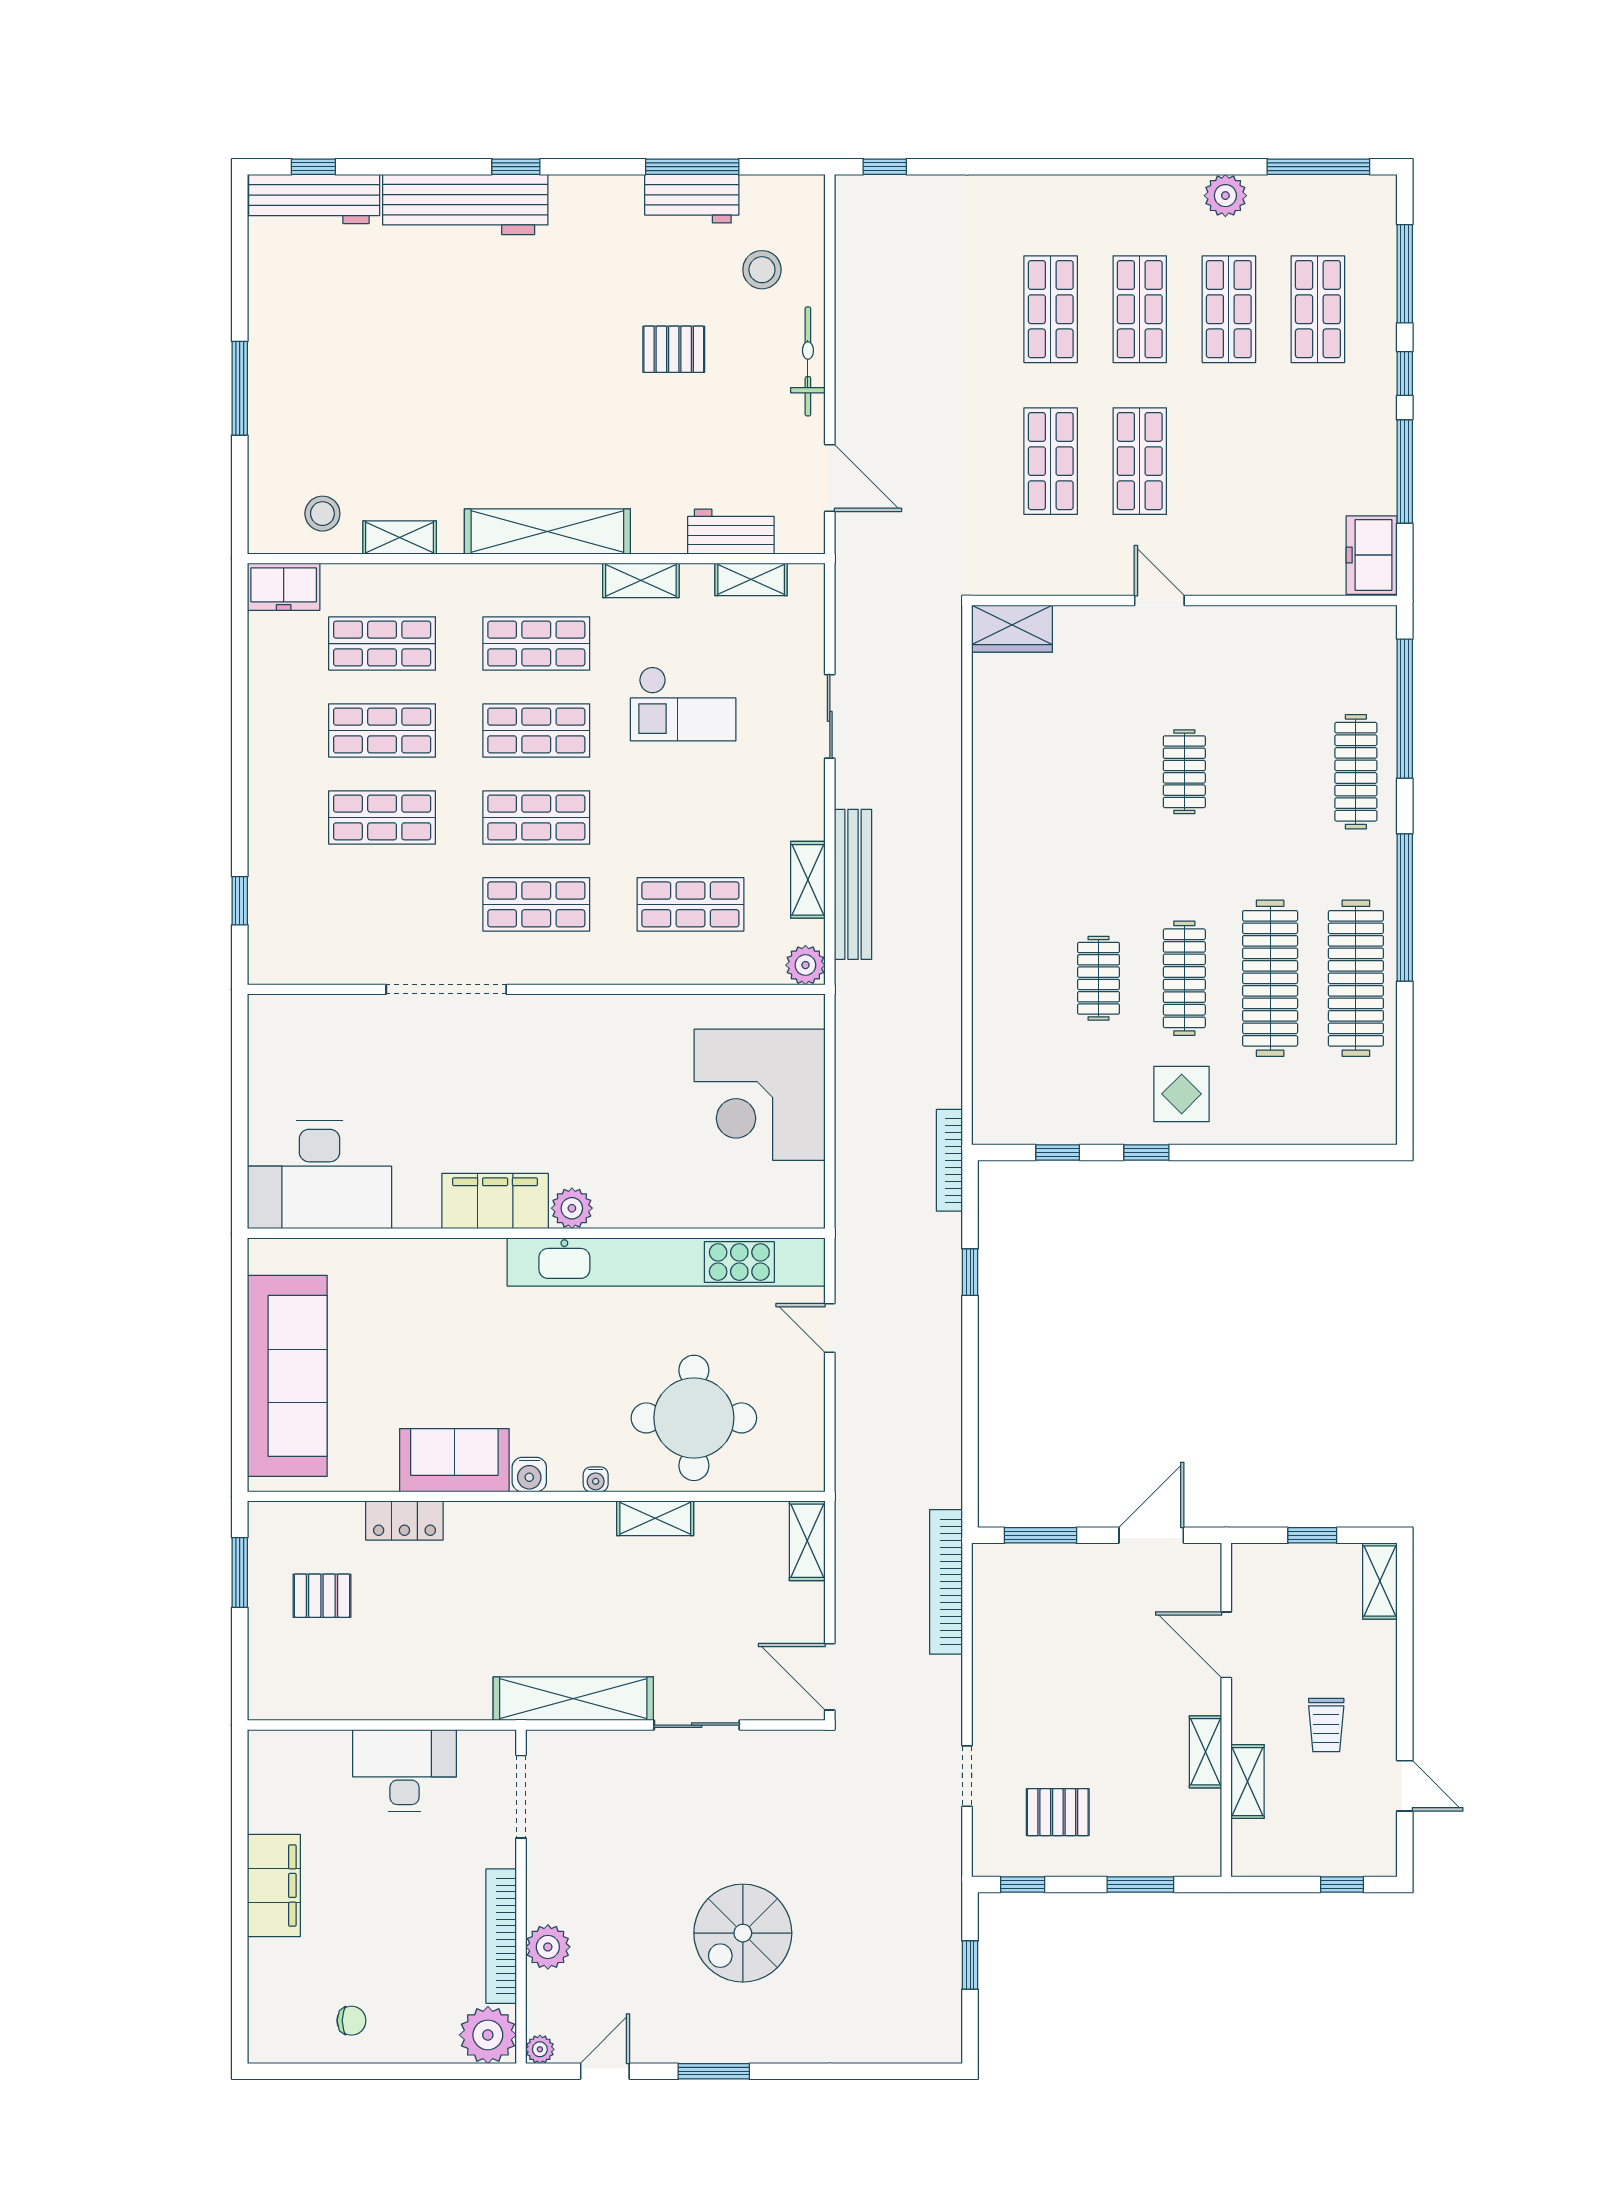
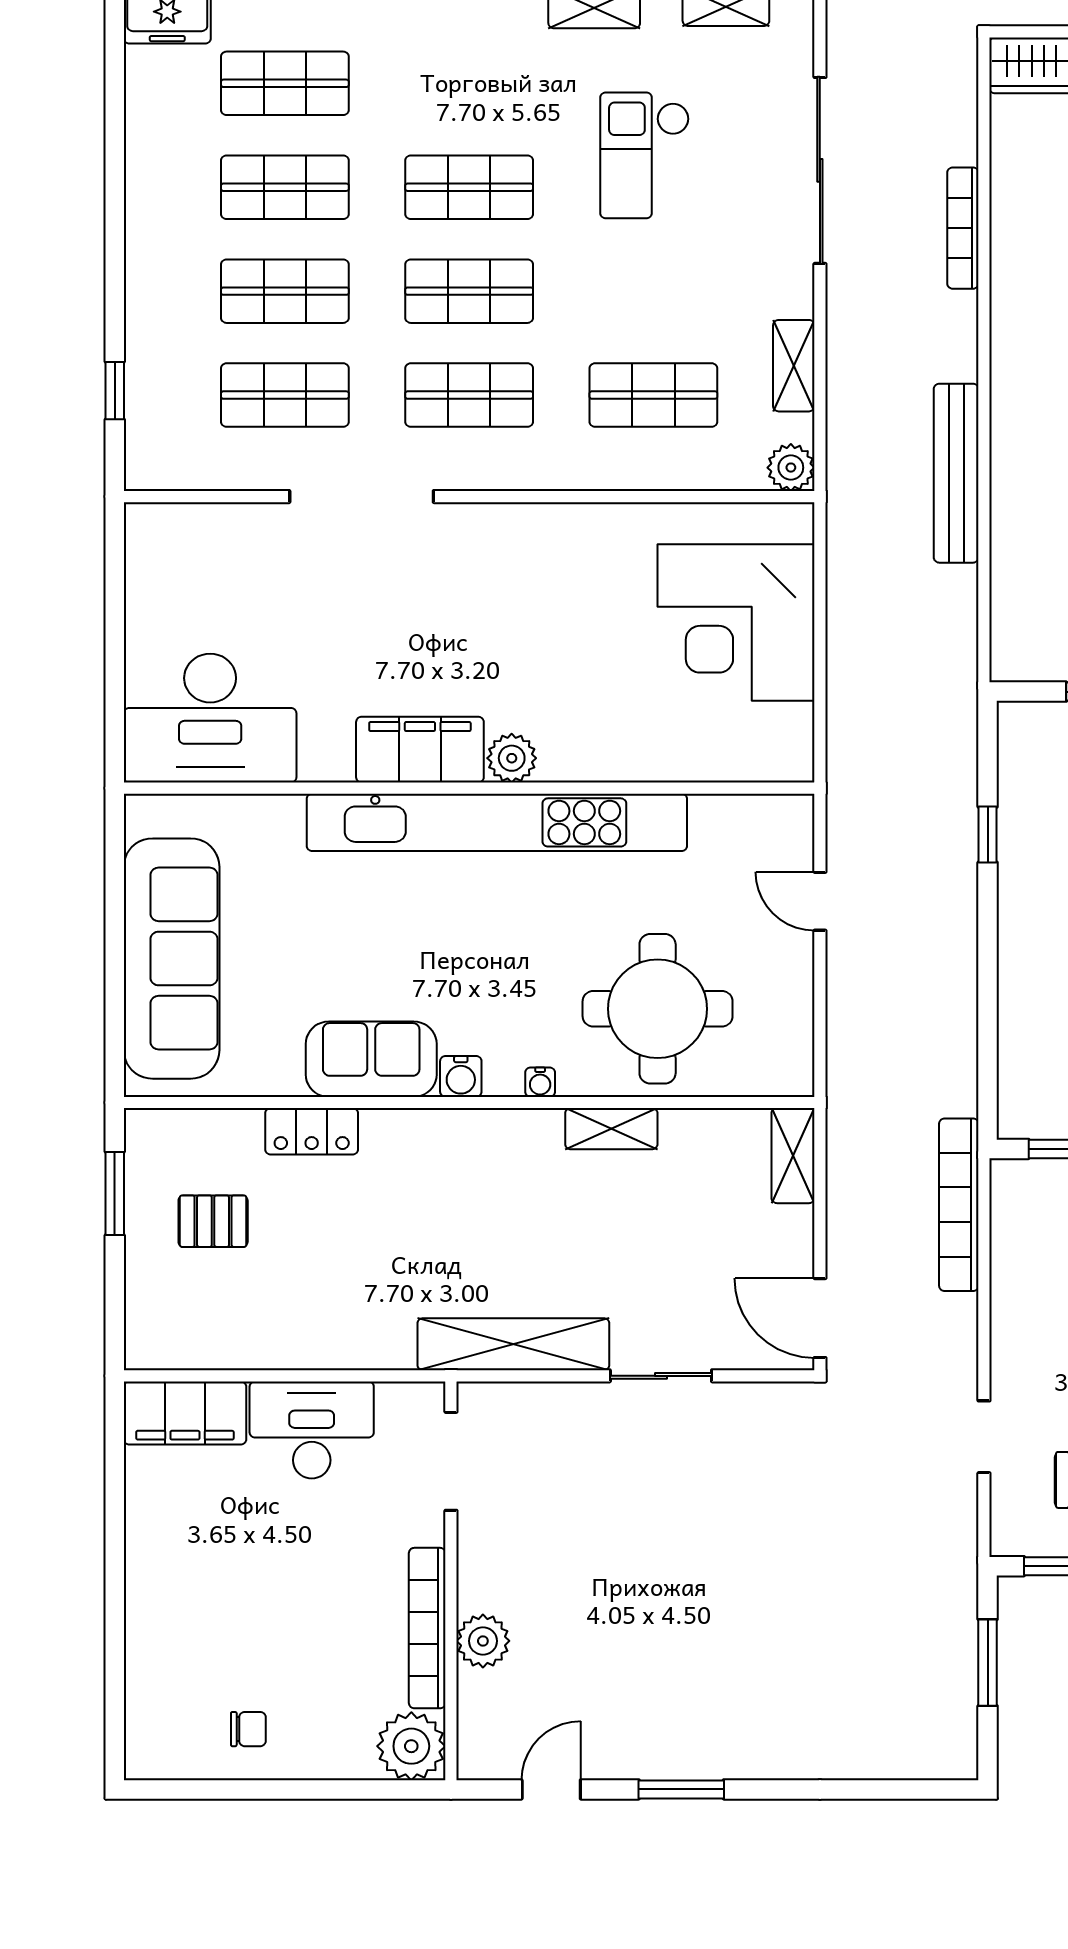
shop shelf: (536, 644) -> (285, 395), moved
checkout: (683, 704) -> (645, 155), turned 90
sliding door: (830, 716) -> (820, 170), width x1.86
bench: (853, 884) -> (956, 473), moved
bookcase: (949, 1160) -> (963, 228), moved
kitchen unit: (666, 1262) -> (497, 822), moved
filing cabinet: (274, 1885) -> (185, 1413), moved, turned 90
spiral stairs: (743, 1933) -> (716, 1624), removed
window: (970, 1965) -> (988, 1663), width x1.50
plant: (540, 2049) -> (473, 1763), removed

